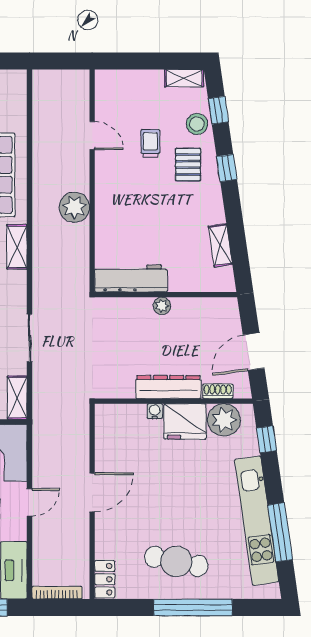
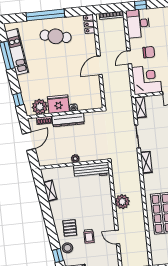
window: (227, 168) -> (51, 228), removed
shelving: (17, 247) -> (146, 162), moved
kitchen unit: (257, 521) -> (17, 52), width x0.73

